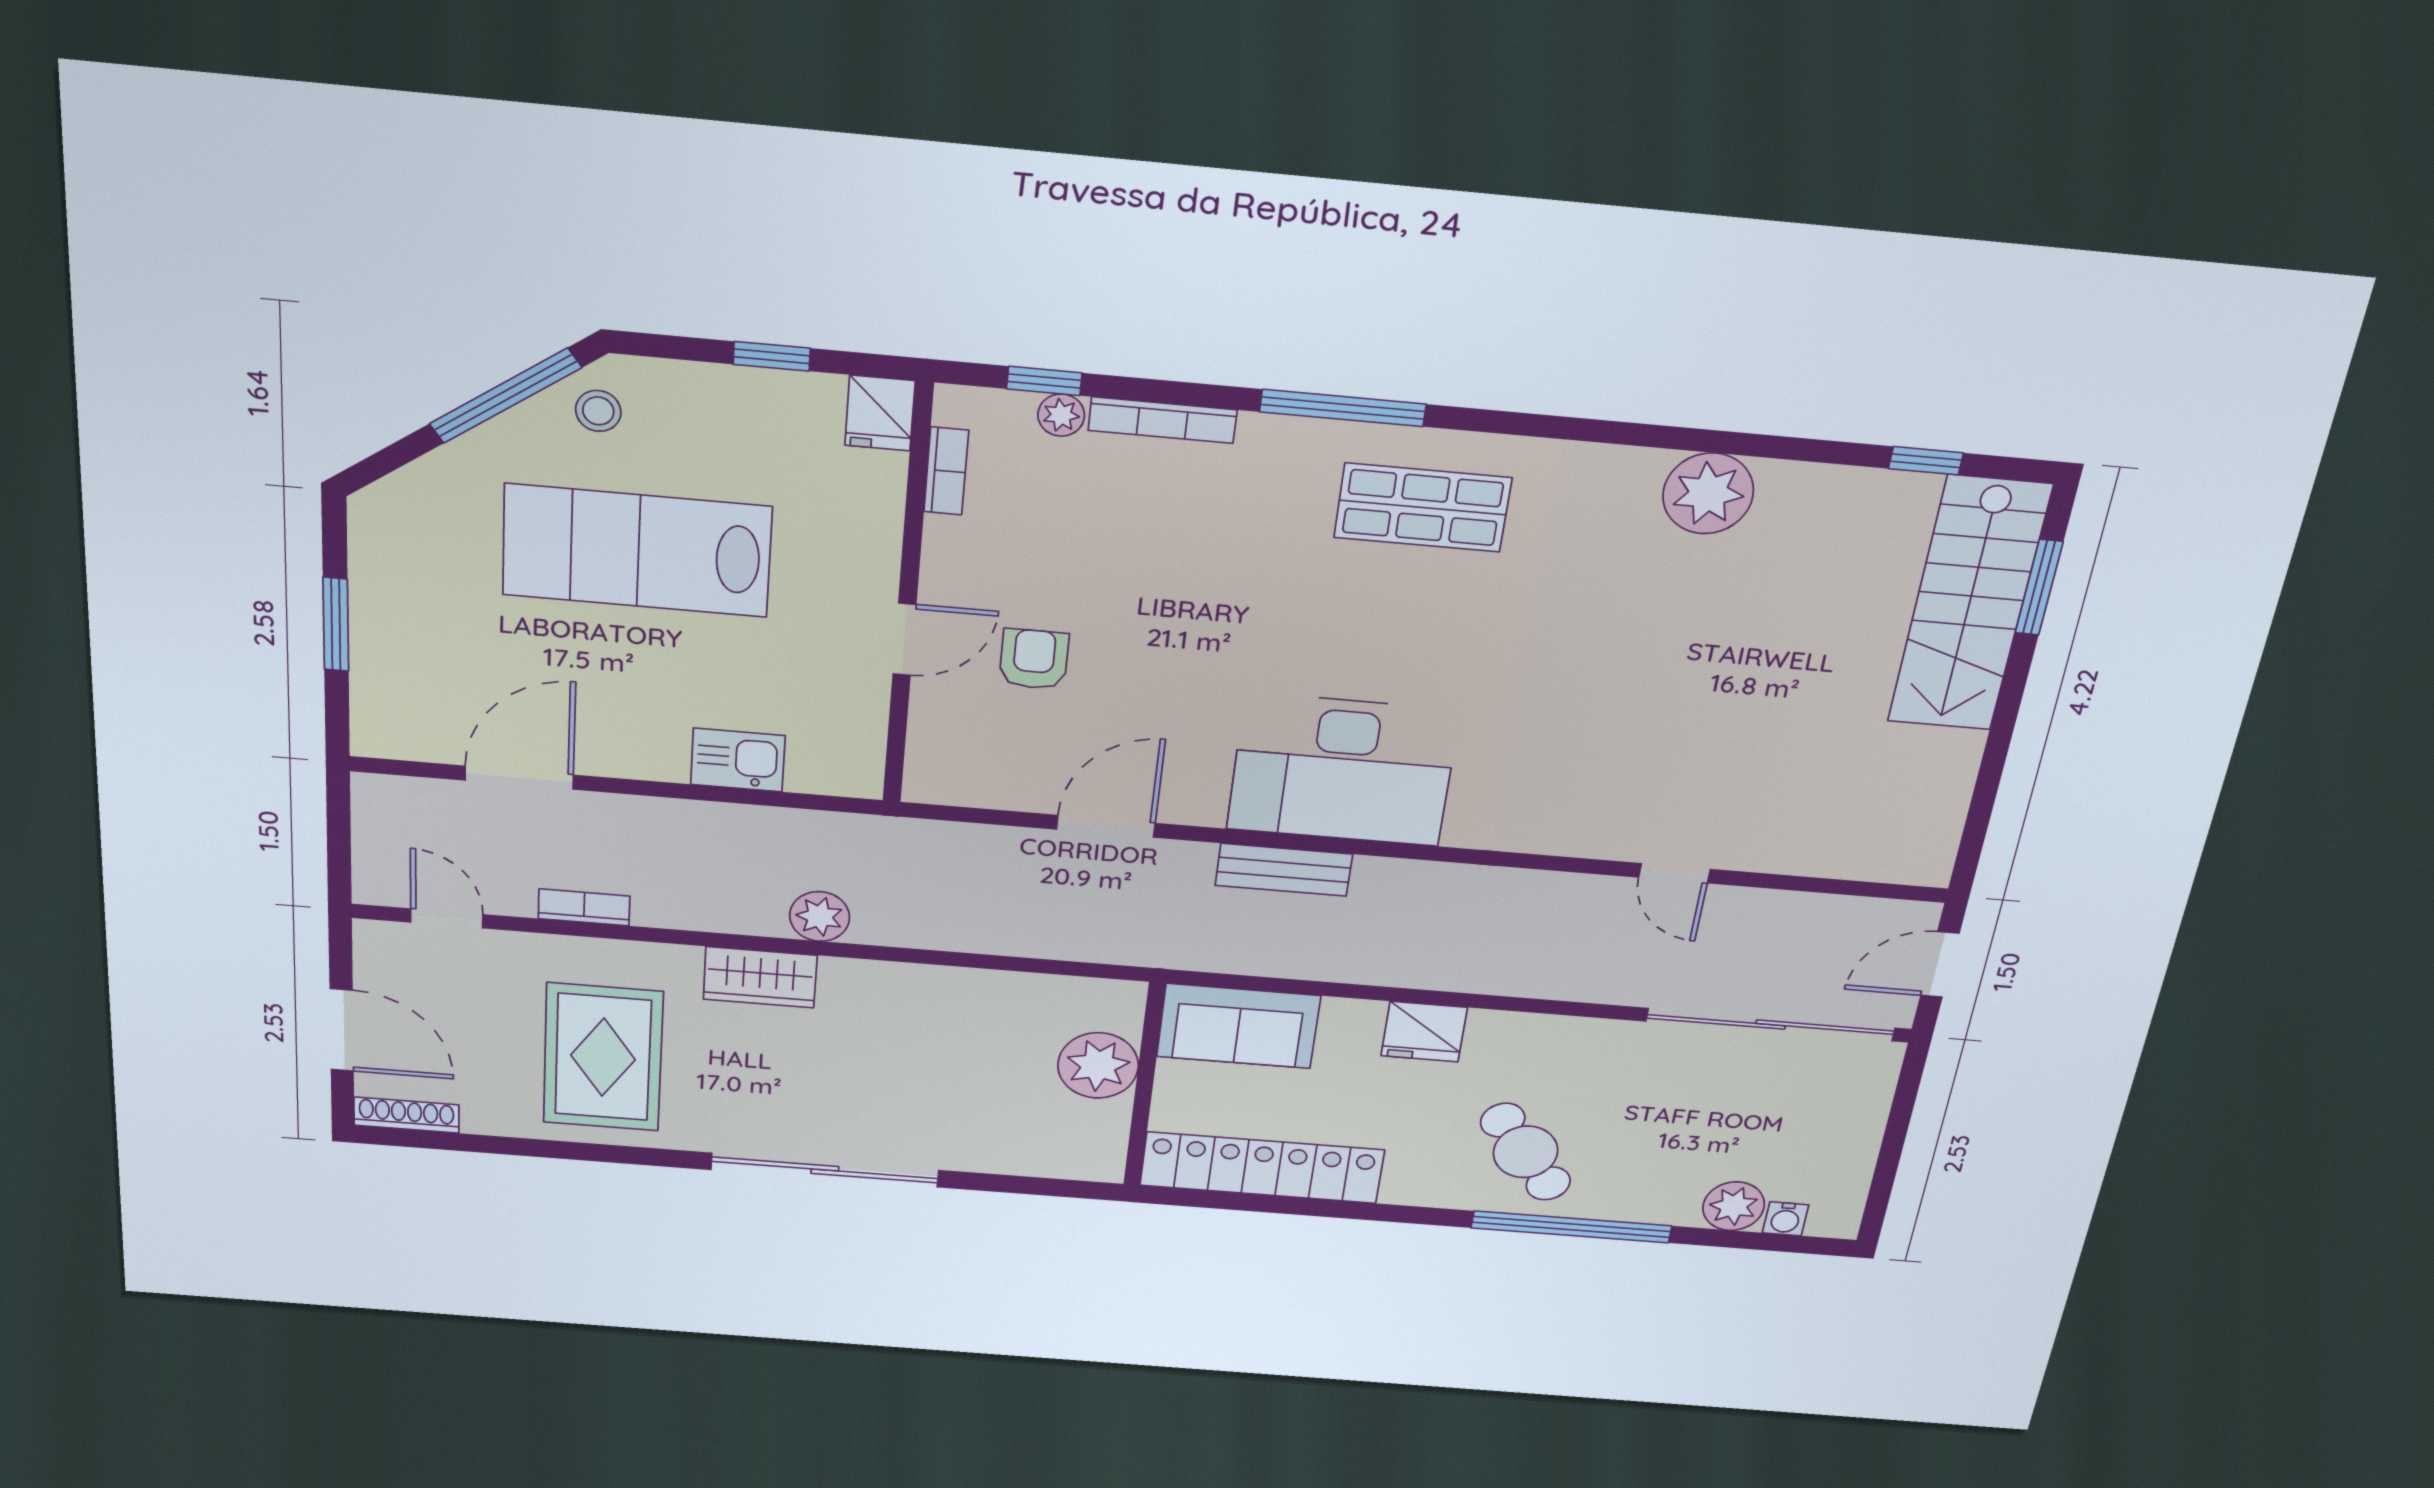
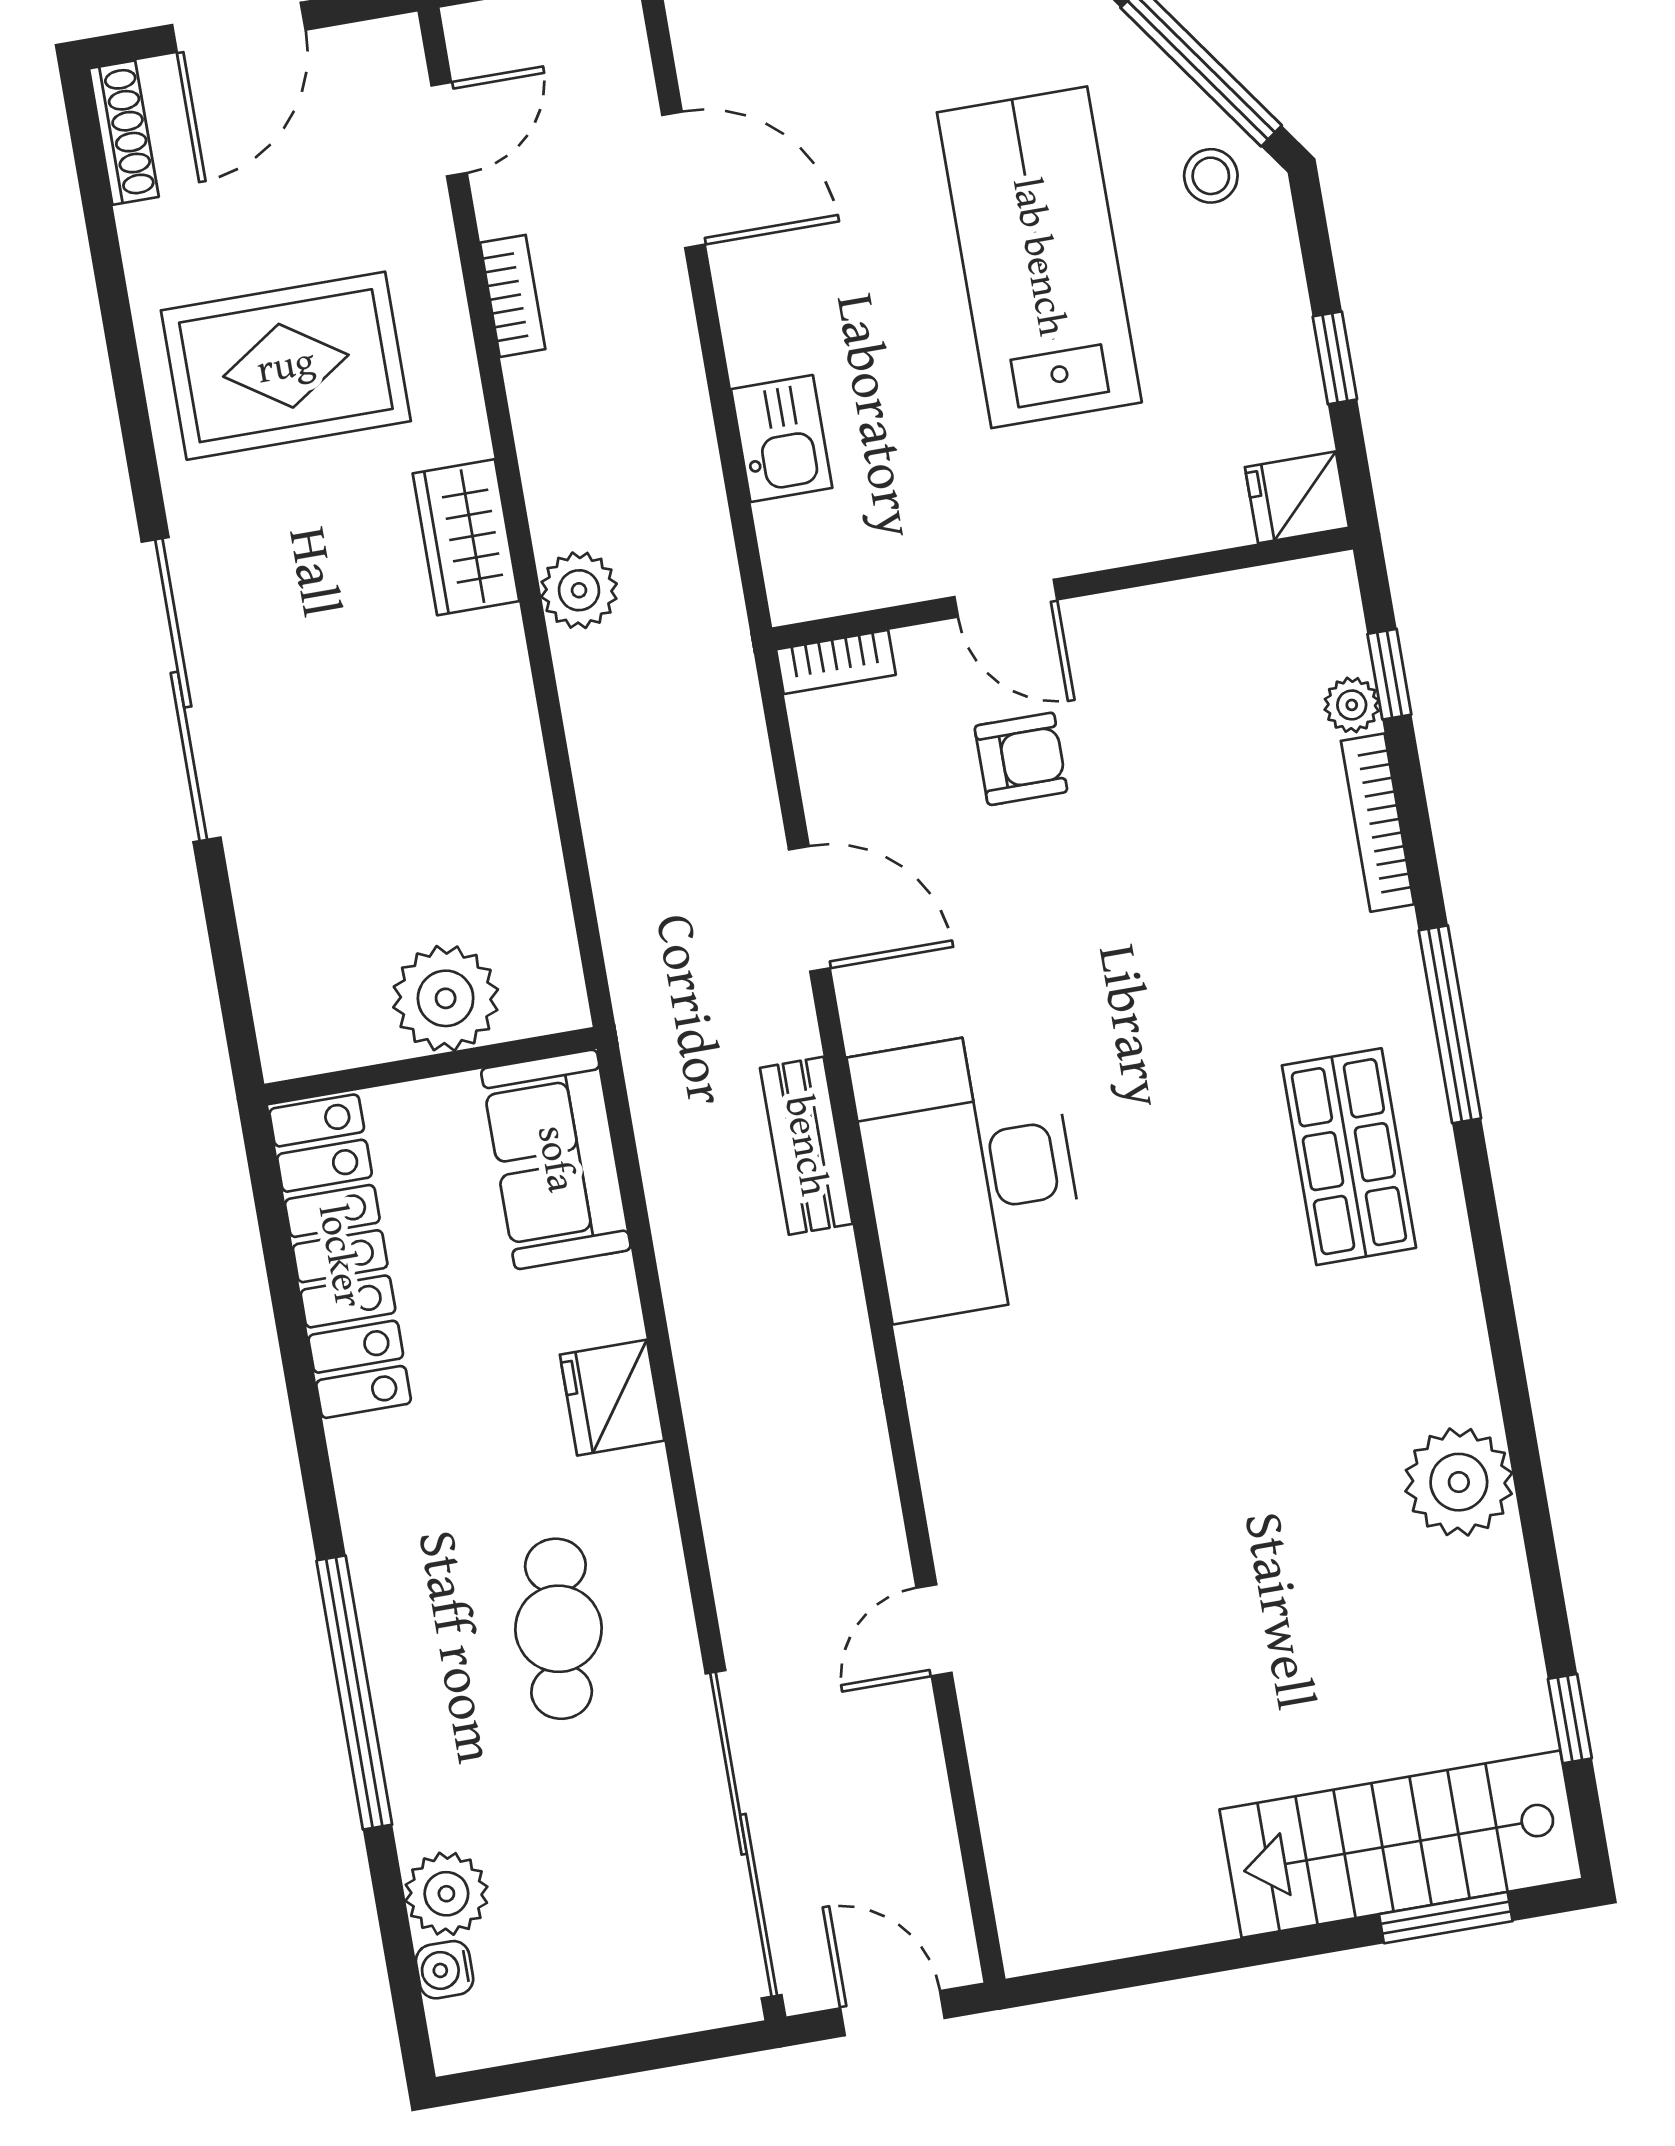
bookcase: (946, 471) -> (836, 662), moved
cafe table: (1526, 1152) -> (558, 1629), moved, turned -45

